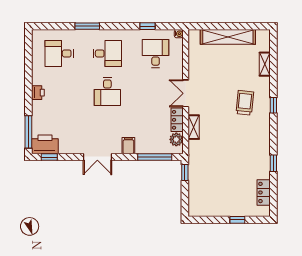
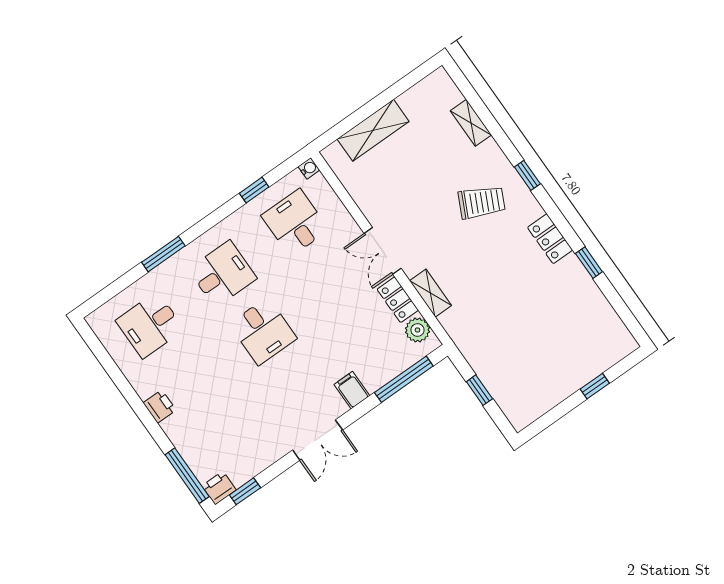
shelving: (228, 37) -> (373, 130), width x0.68
trolley: (245, 103) -> (482, 202), turned 110
printer: (45, 144) -> (219, 488), width x0.53, depth x0.68
window: (185, 173) -> (479, 390), moved
locker: (264, 192) -> (550, 239), moved

